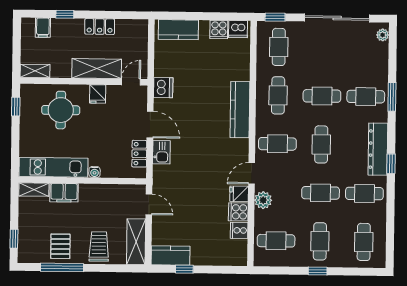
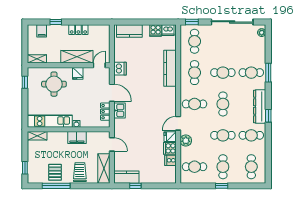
kitchen counter: (240, 110) -> (170, 68), moved
filing cabinet: (64, 193) -> (77, 138), moved

